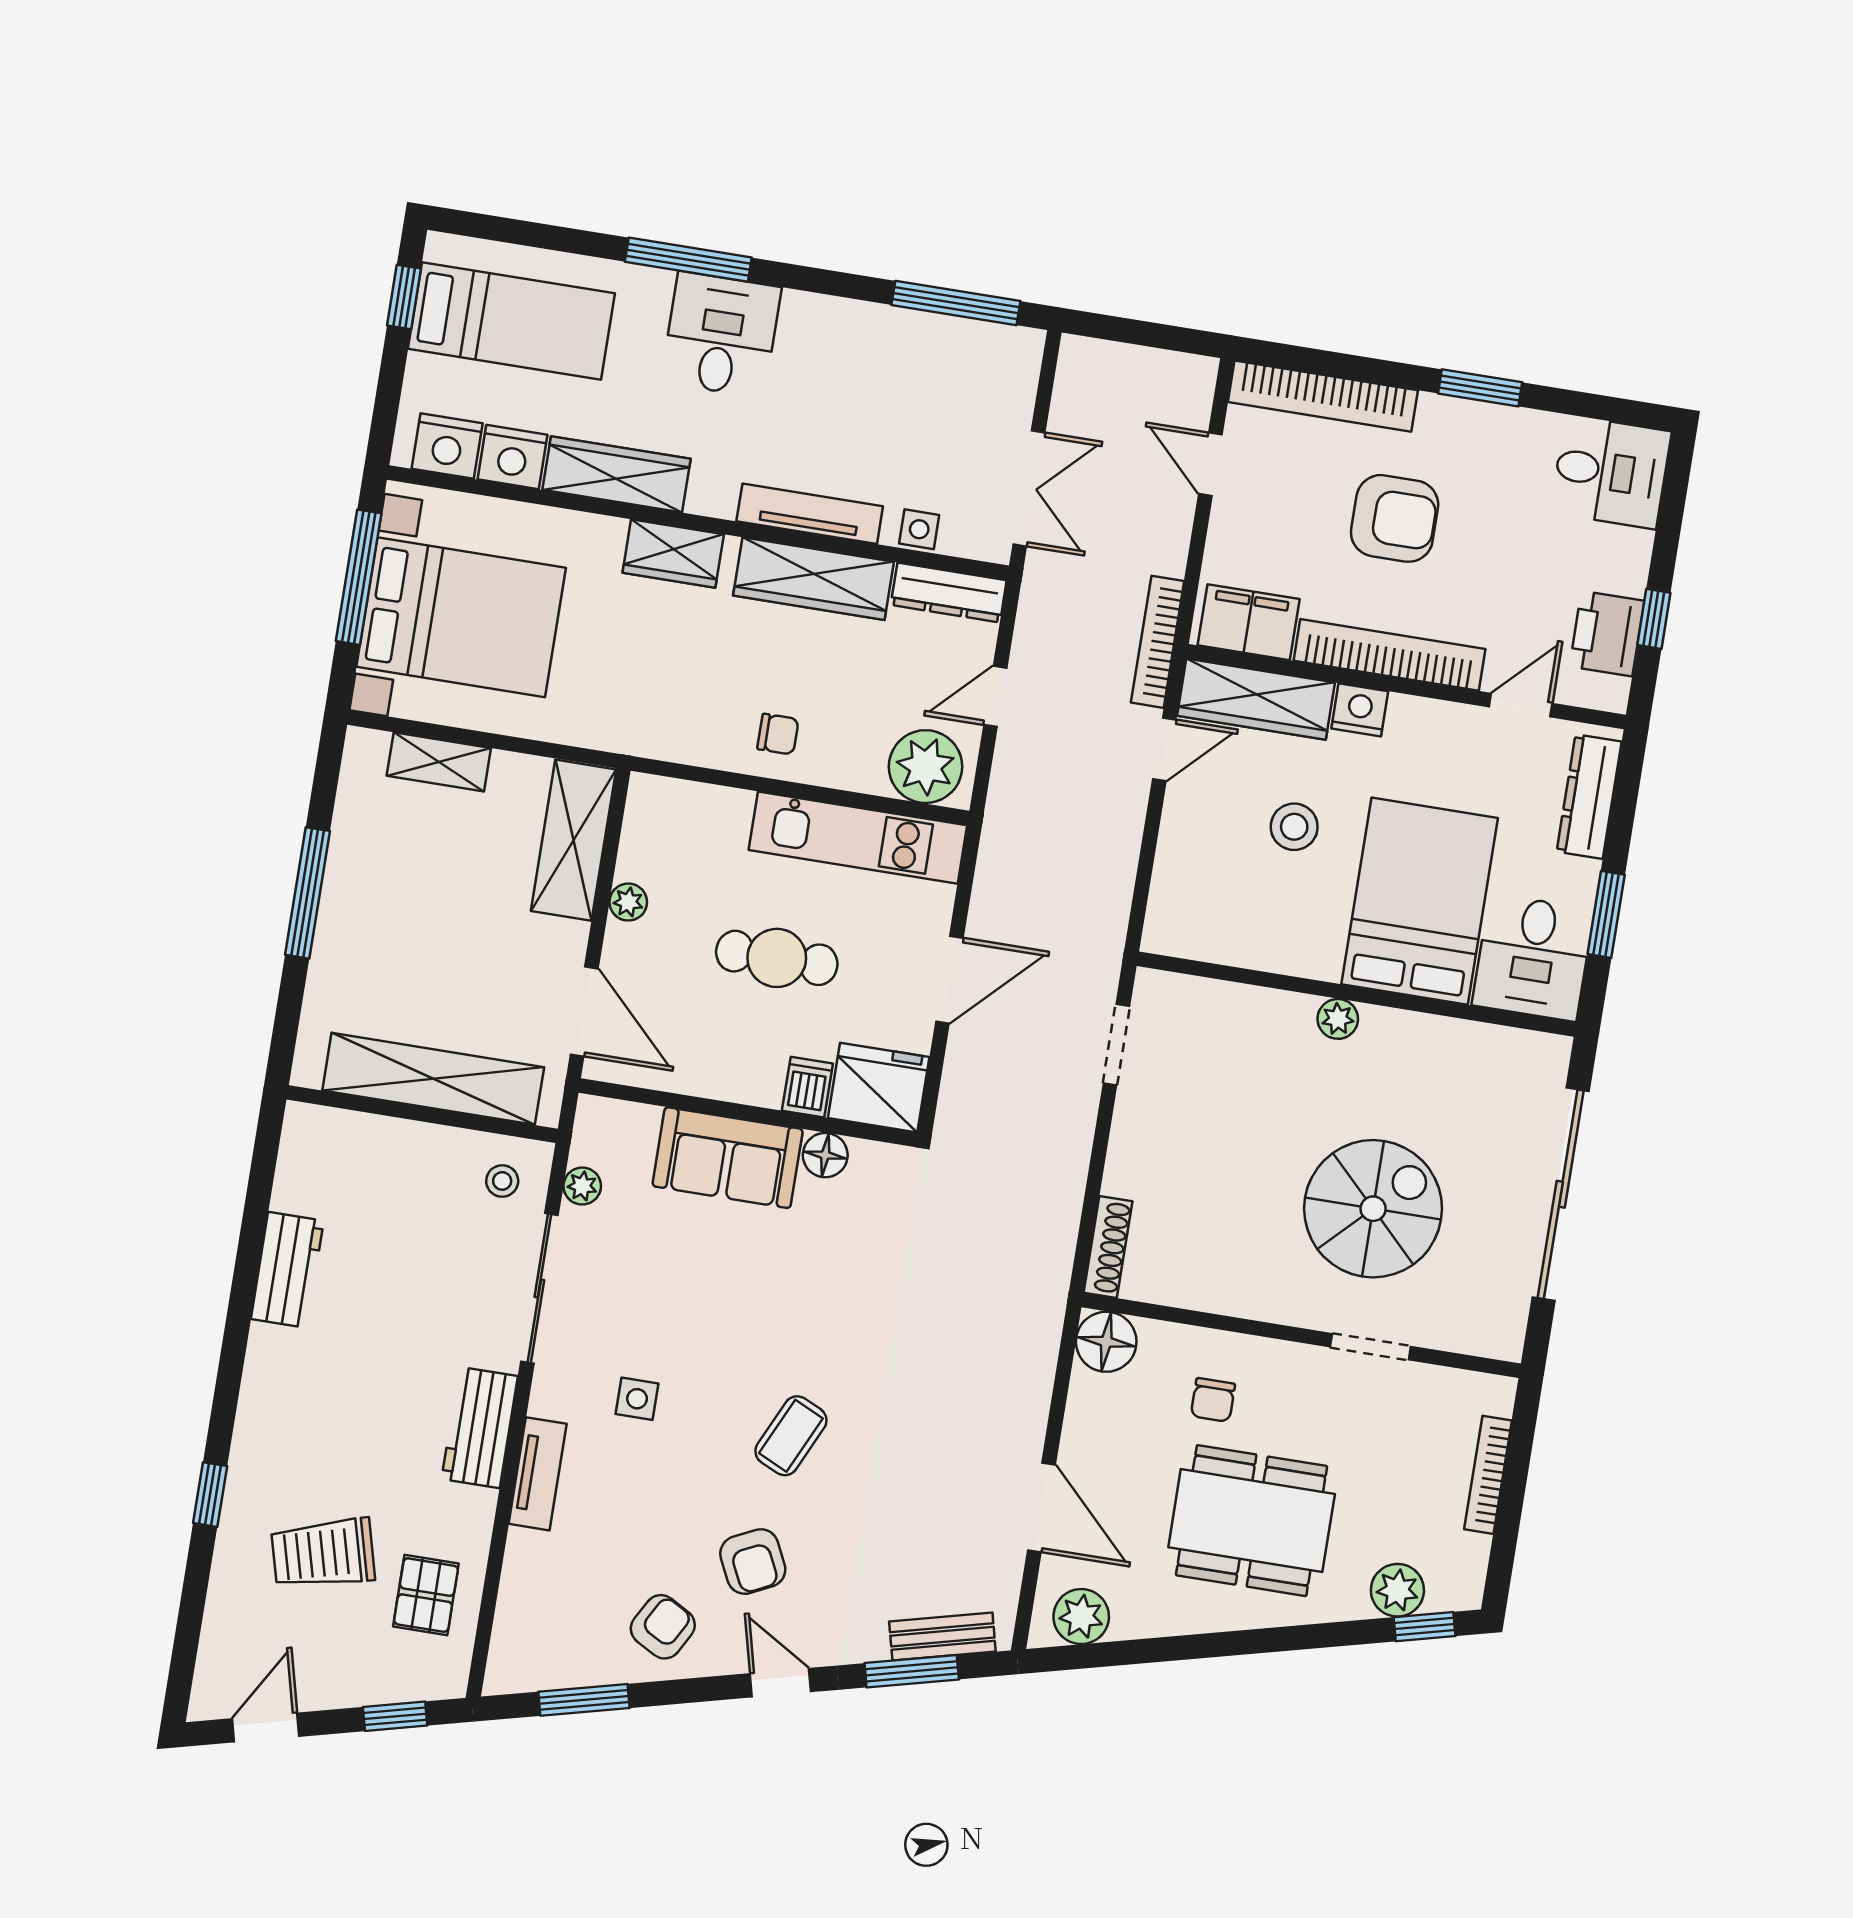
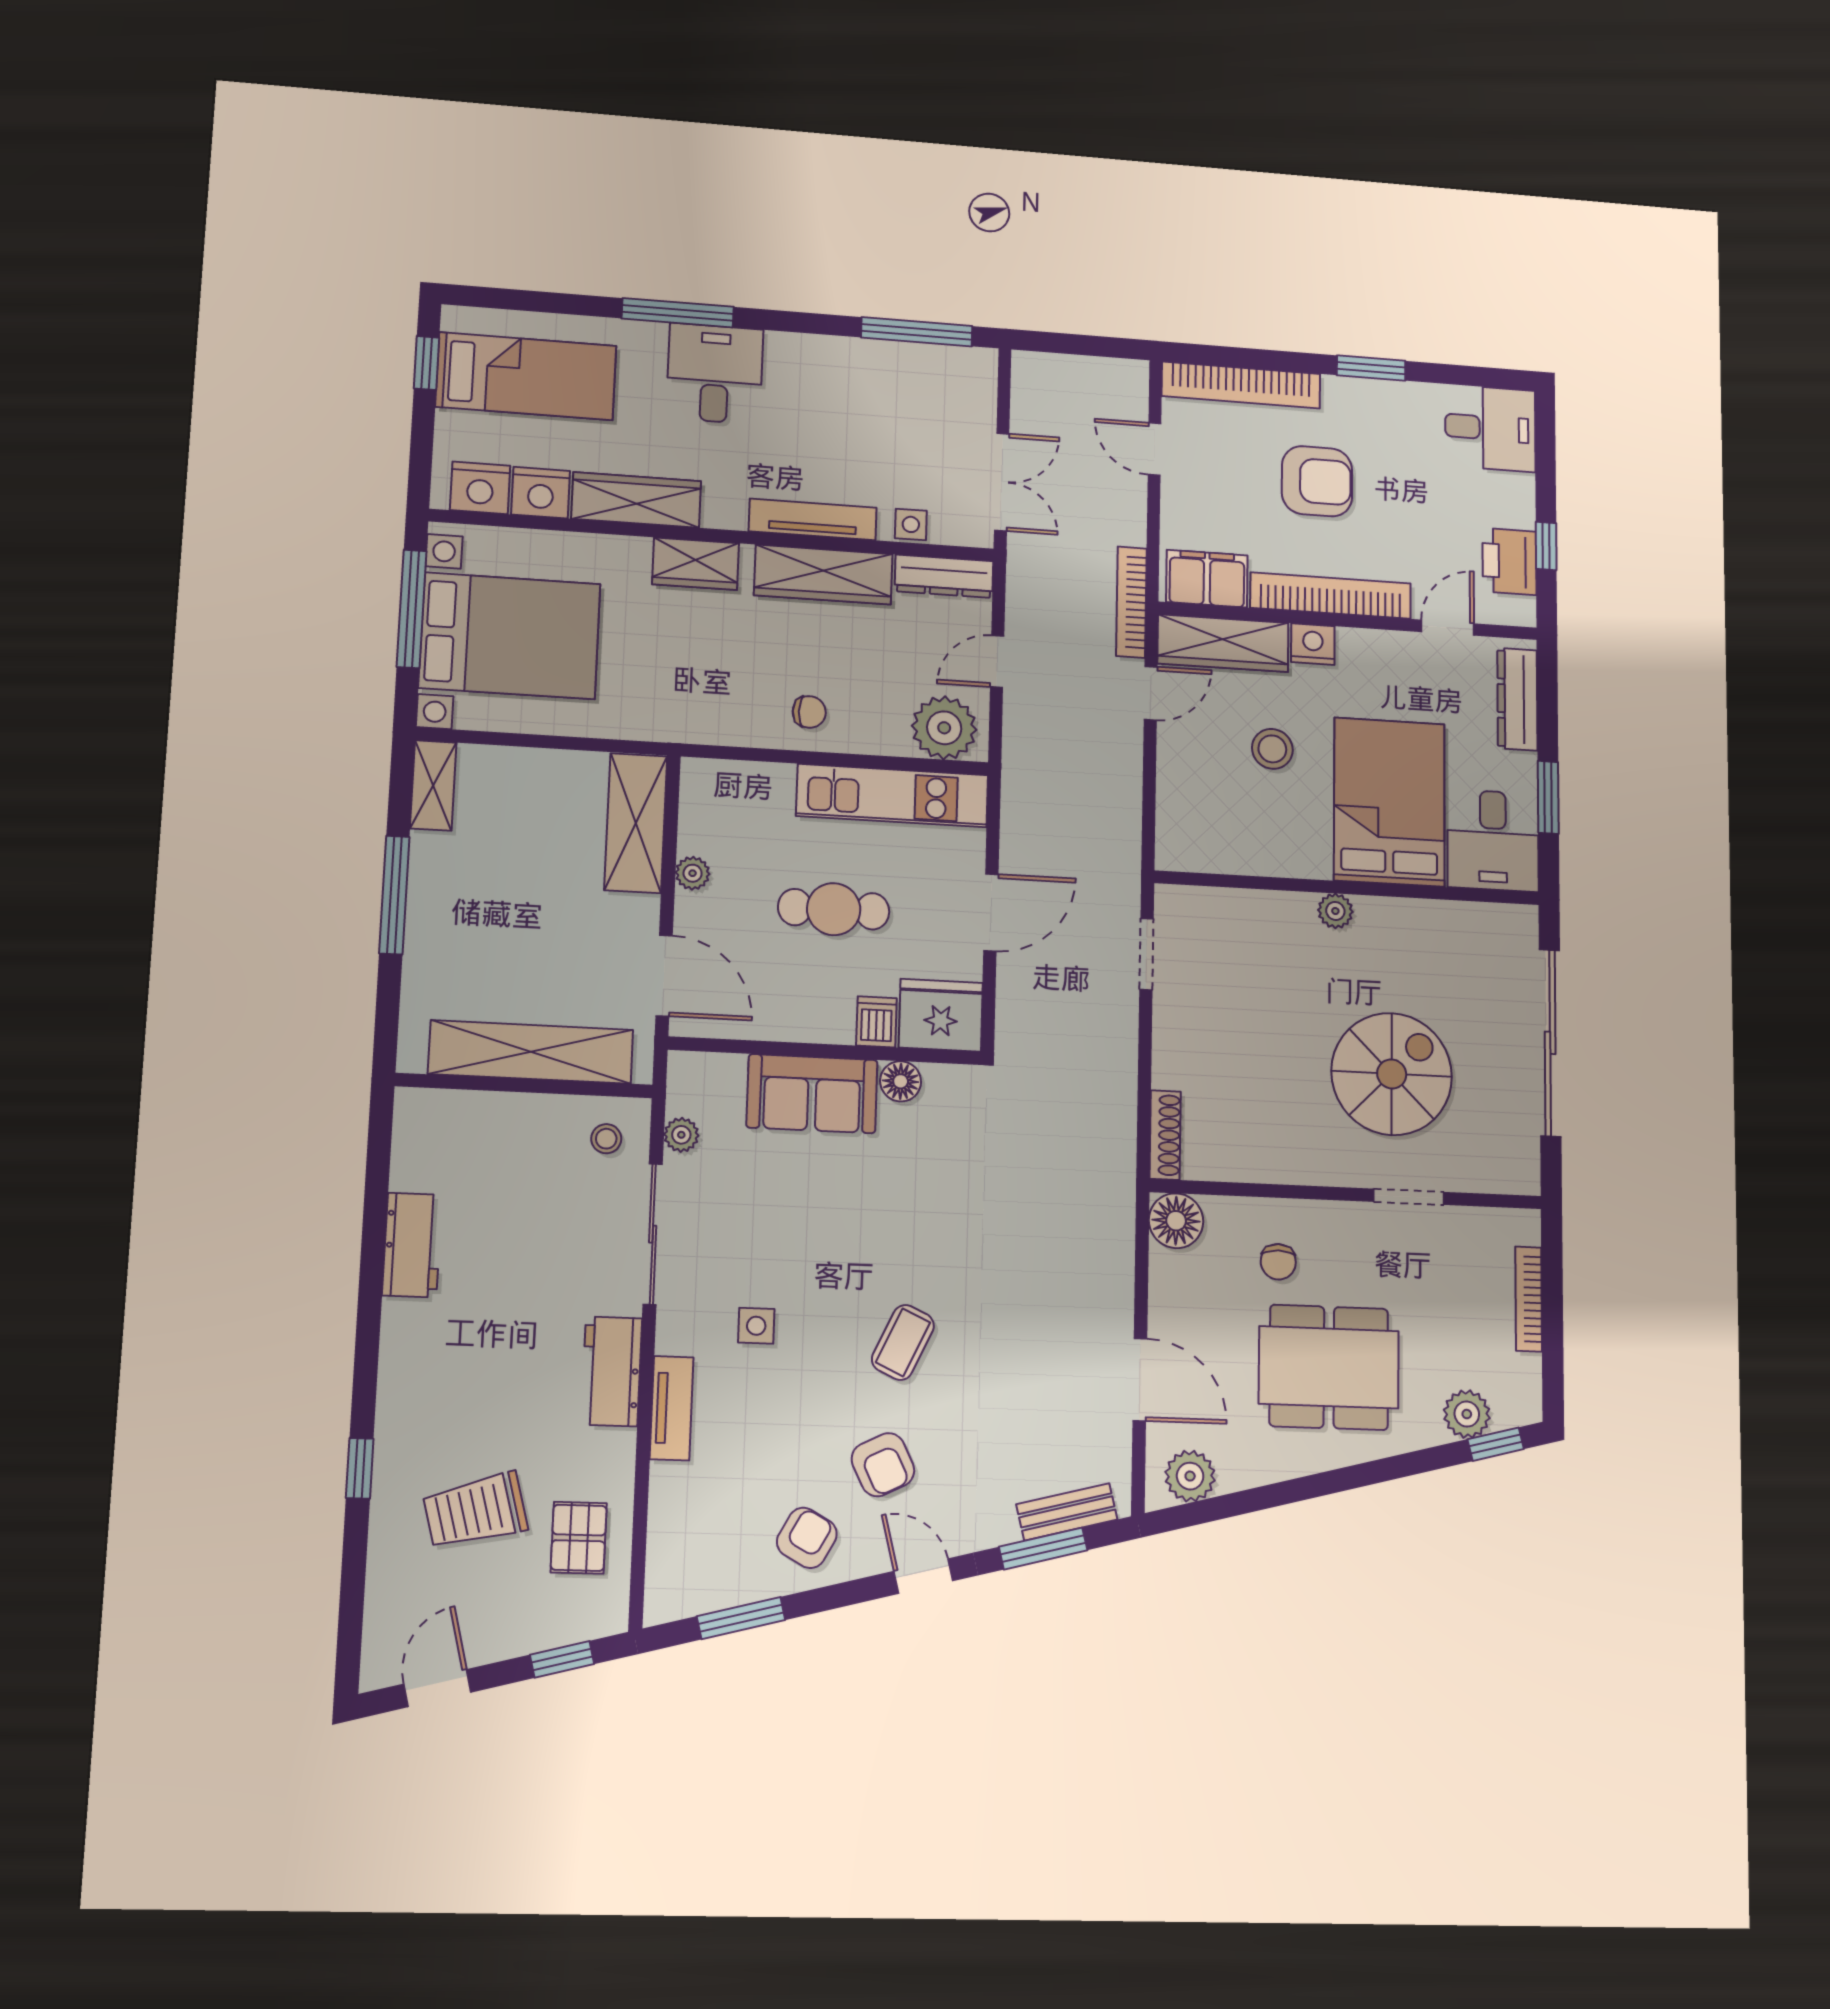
shelving: (439, 762) -> (433, 785), moved, turned 90

